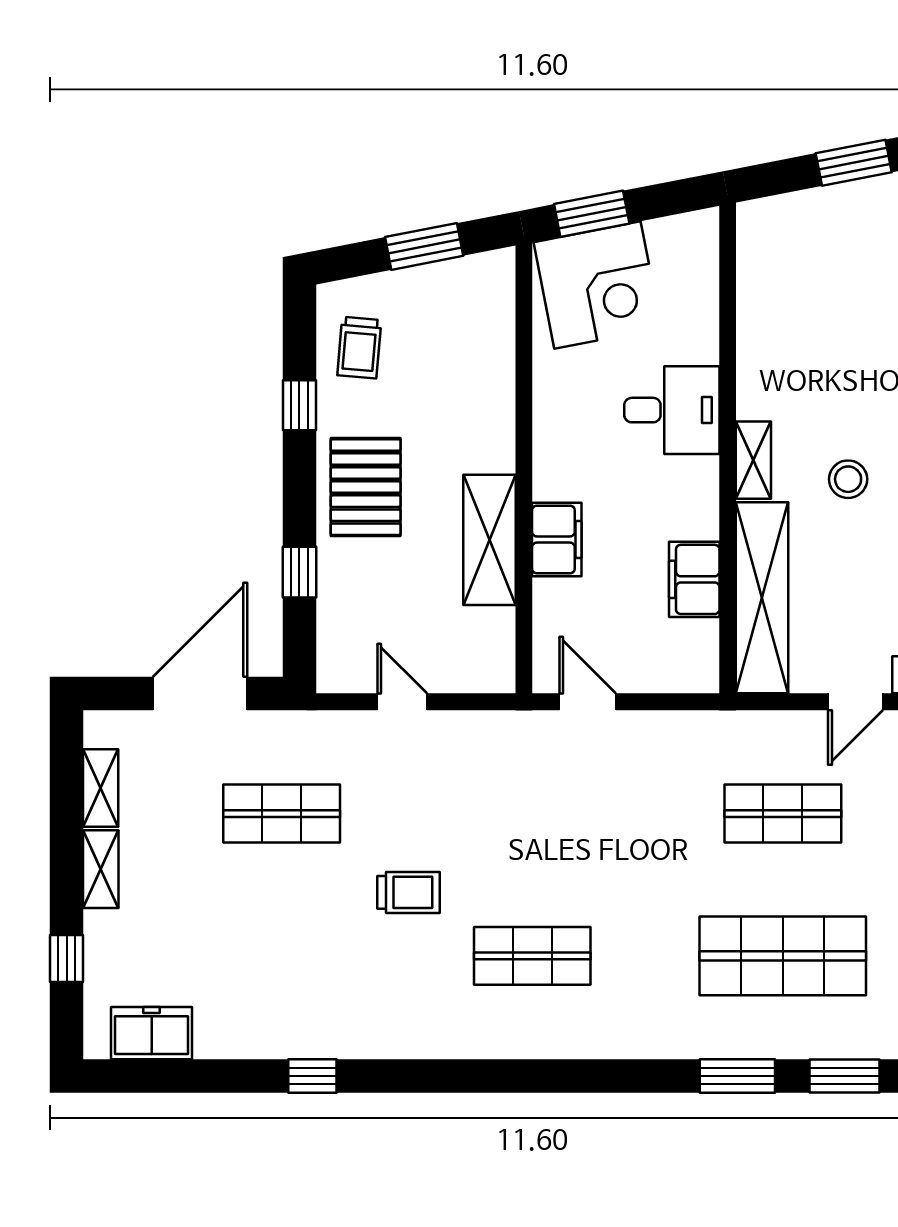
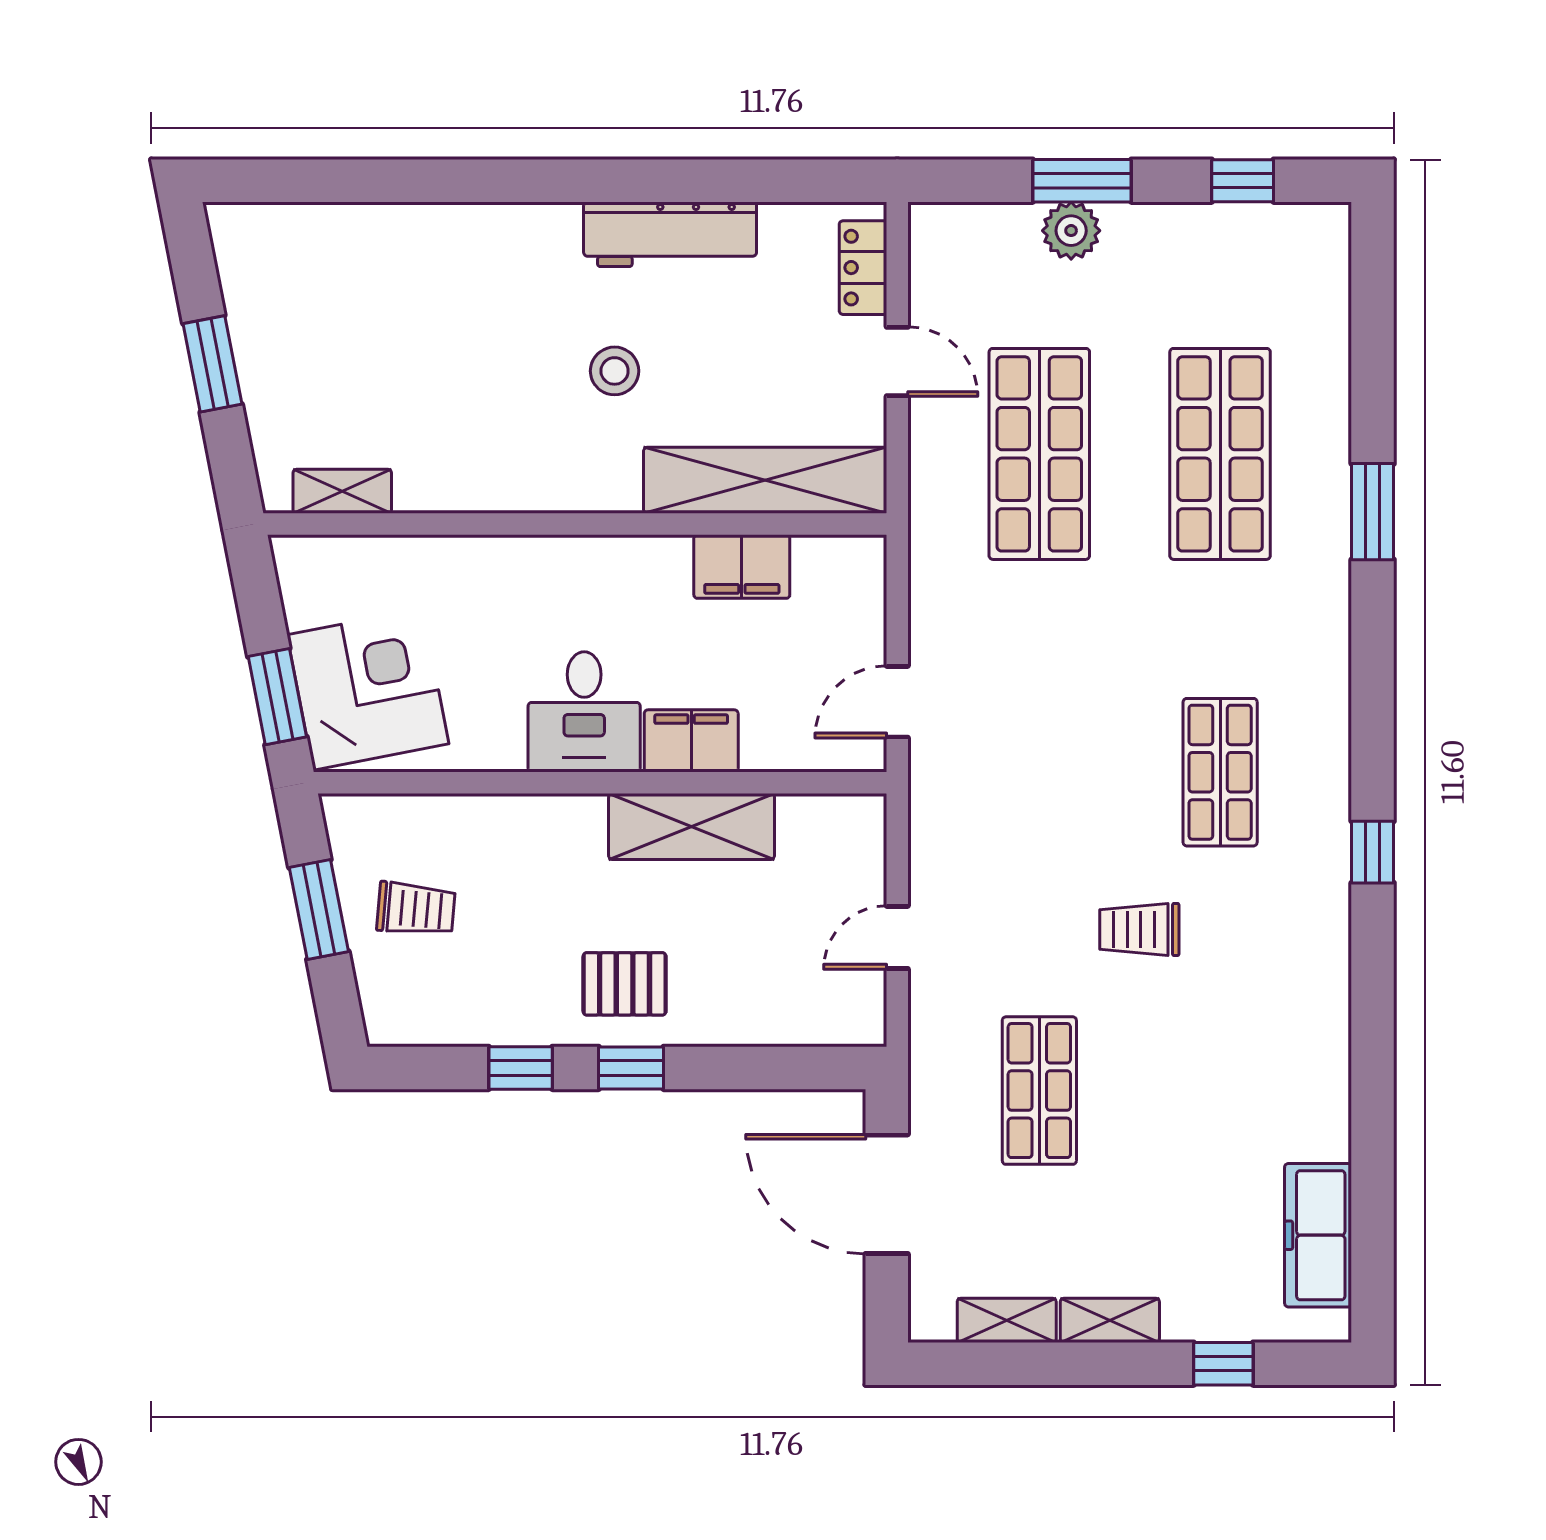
trolley: (359, 348) -> (416, 909), moved
desk: (672, 410) -> (584, 712), moved, turned 180
shelving: (753, 460) -> (342, 491), moved
pallet: (366, 487) -> (625, 984), width x0.67, depth x0.71
window: (299, 572) -> (631, 1068), moved
shop shelf: (783, 814) -> (1039, 454), width x1.43, depth x1.36
trolley: (408, 892) -> (1139, 929), turned -90
freezer: (152, 1033) -> (1318, 1235), width x1.40
window: (312, 1076) -> (1373, 852), moved
window: (845, 1076) -> (1373, 375), removed

